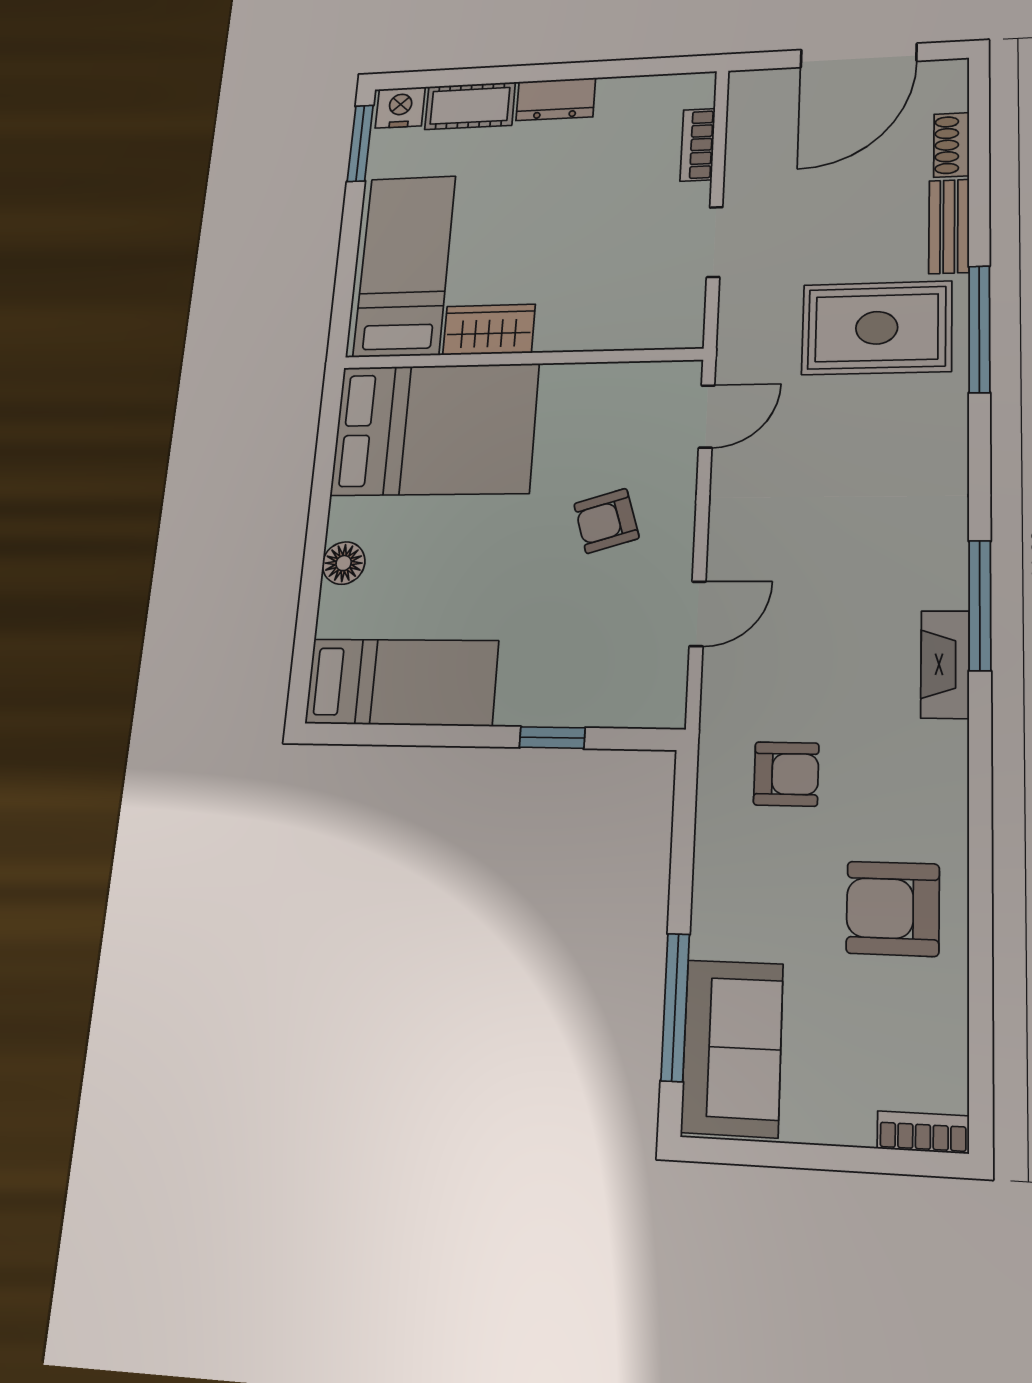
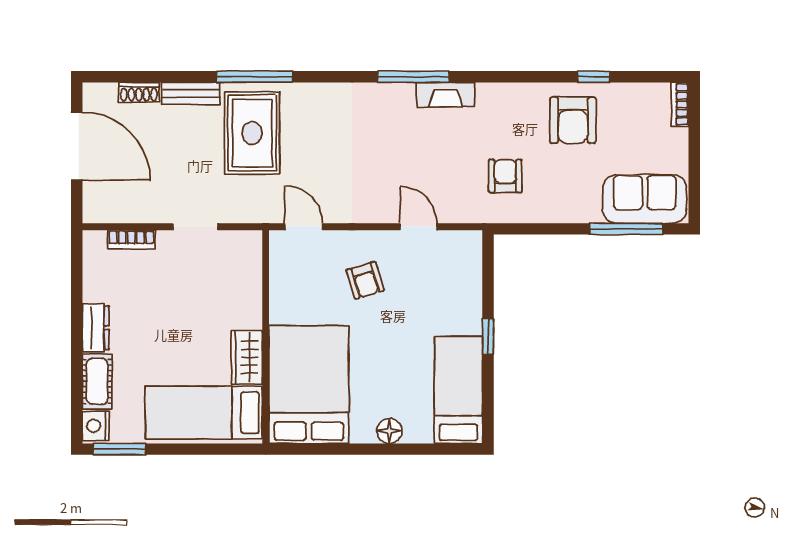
window: (552, 738) -> (488, 336), moved
window: (980, 953) -> (594, 77), added

